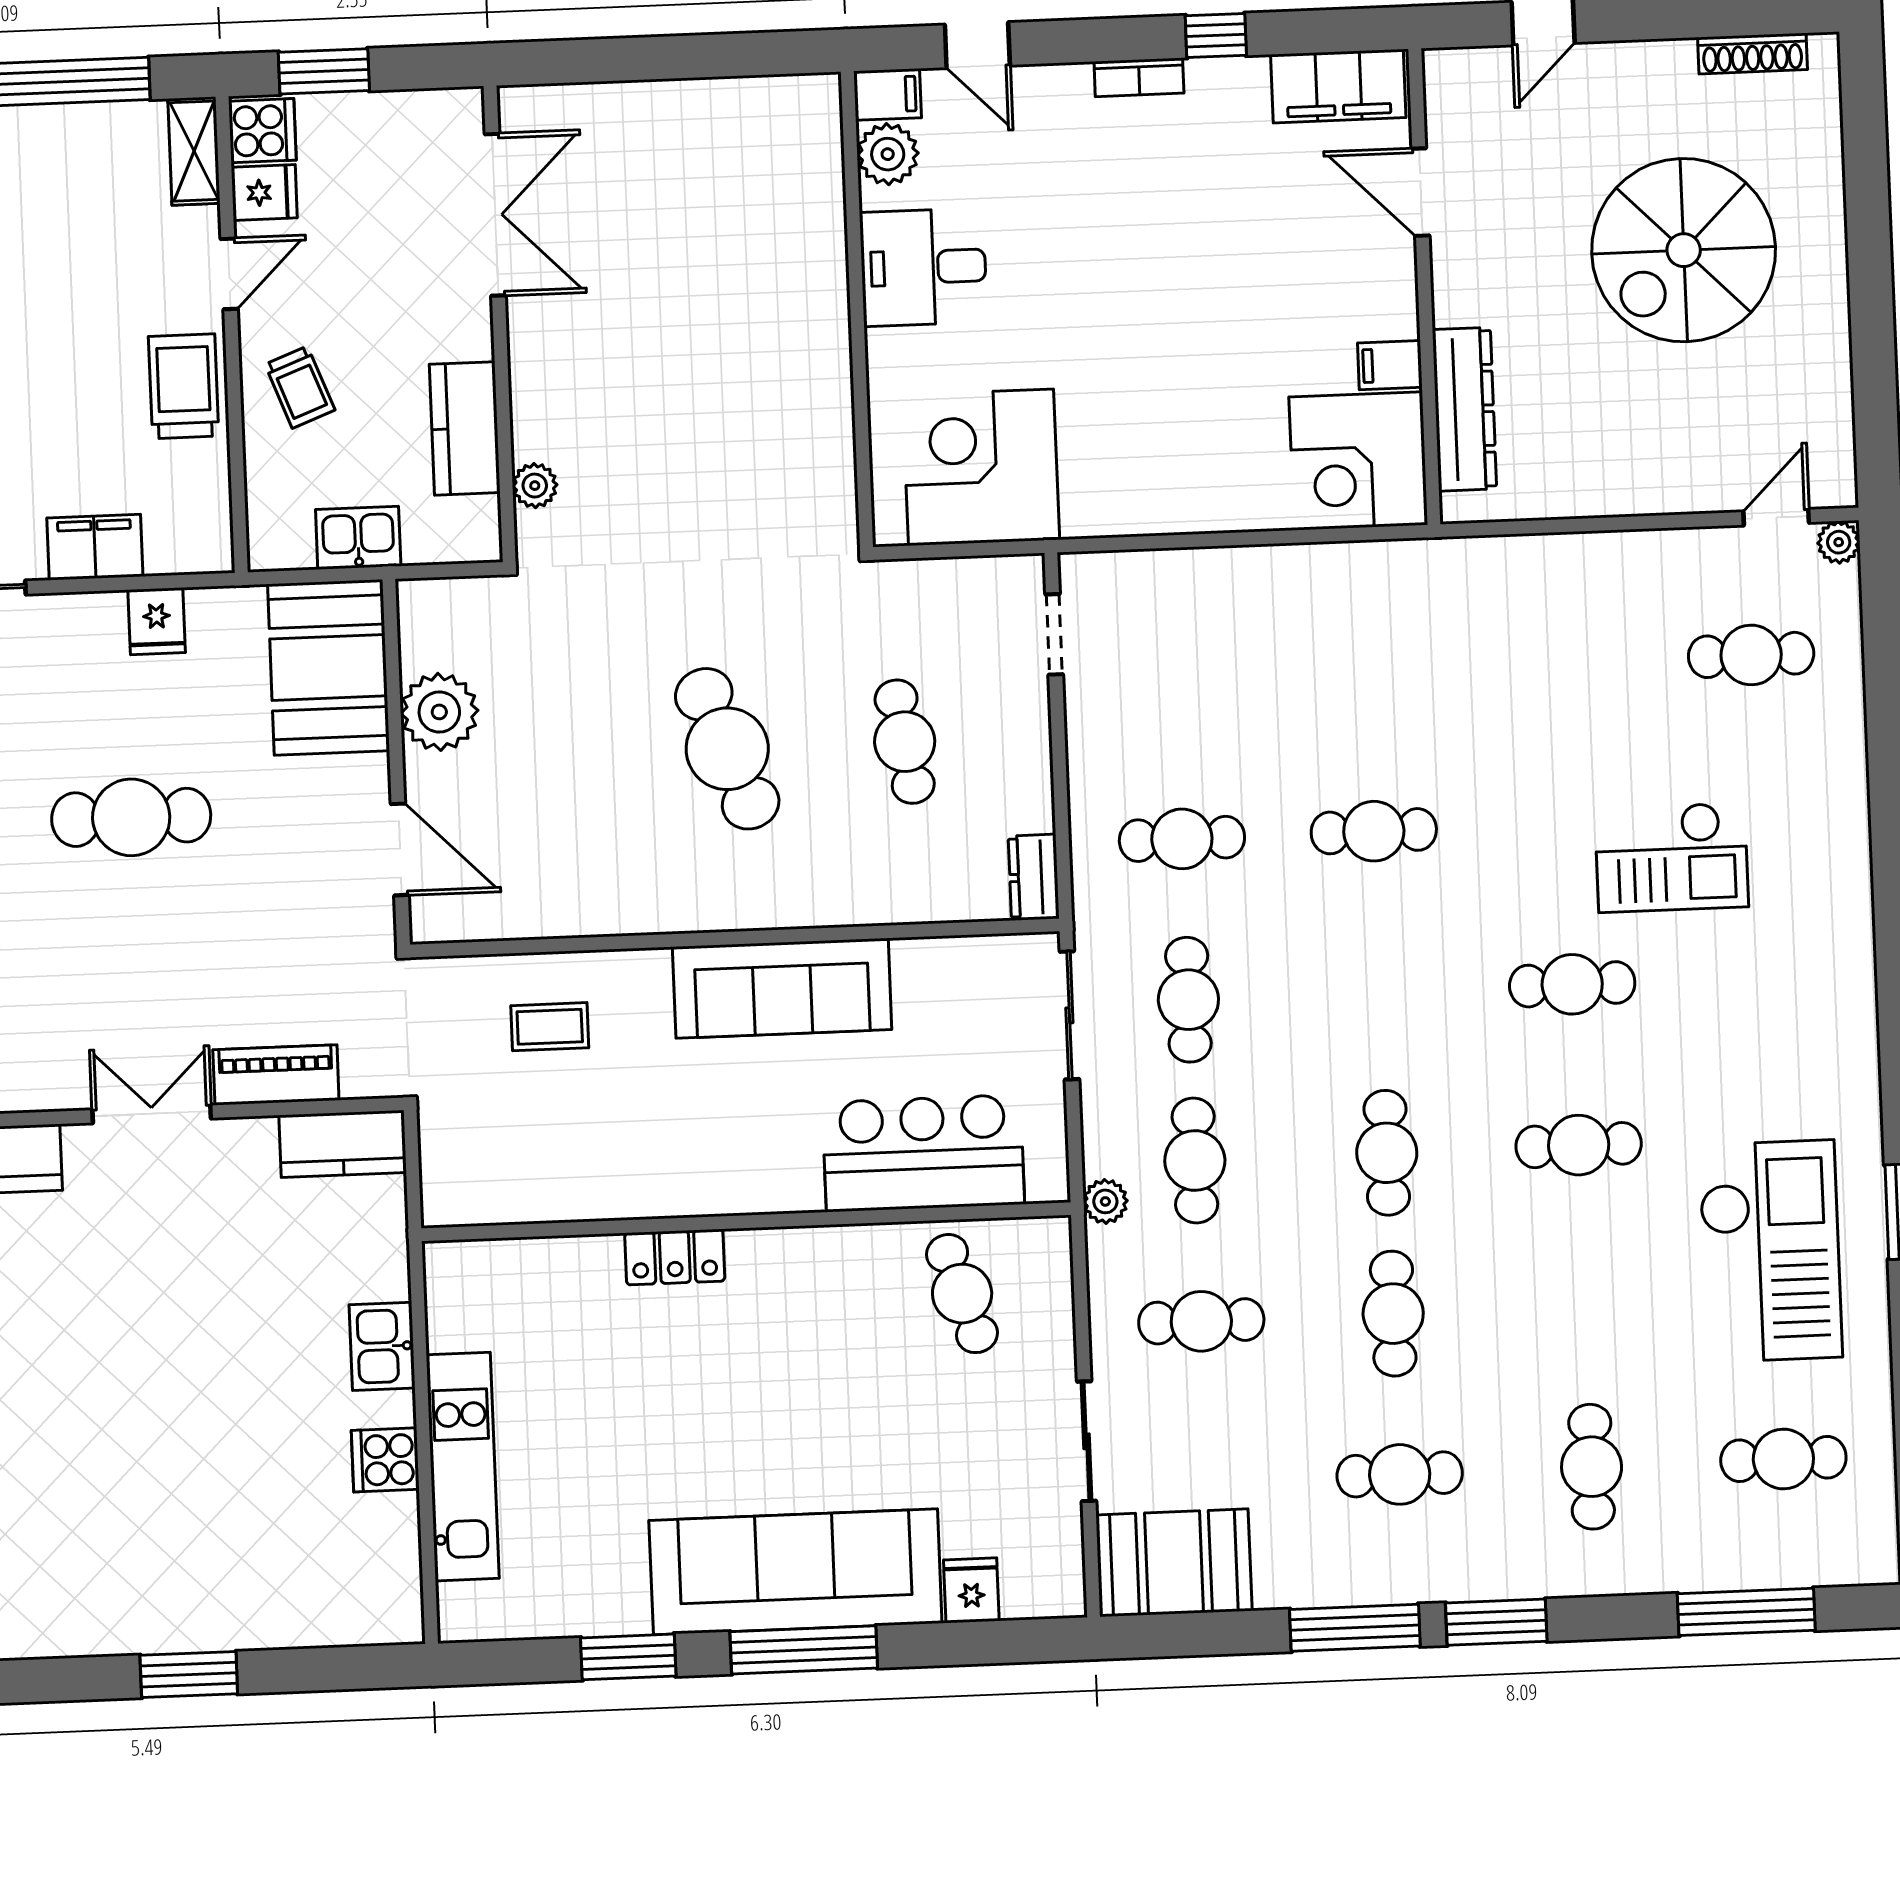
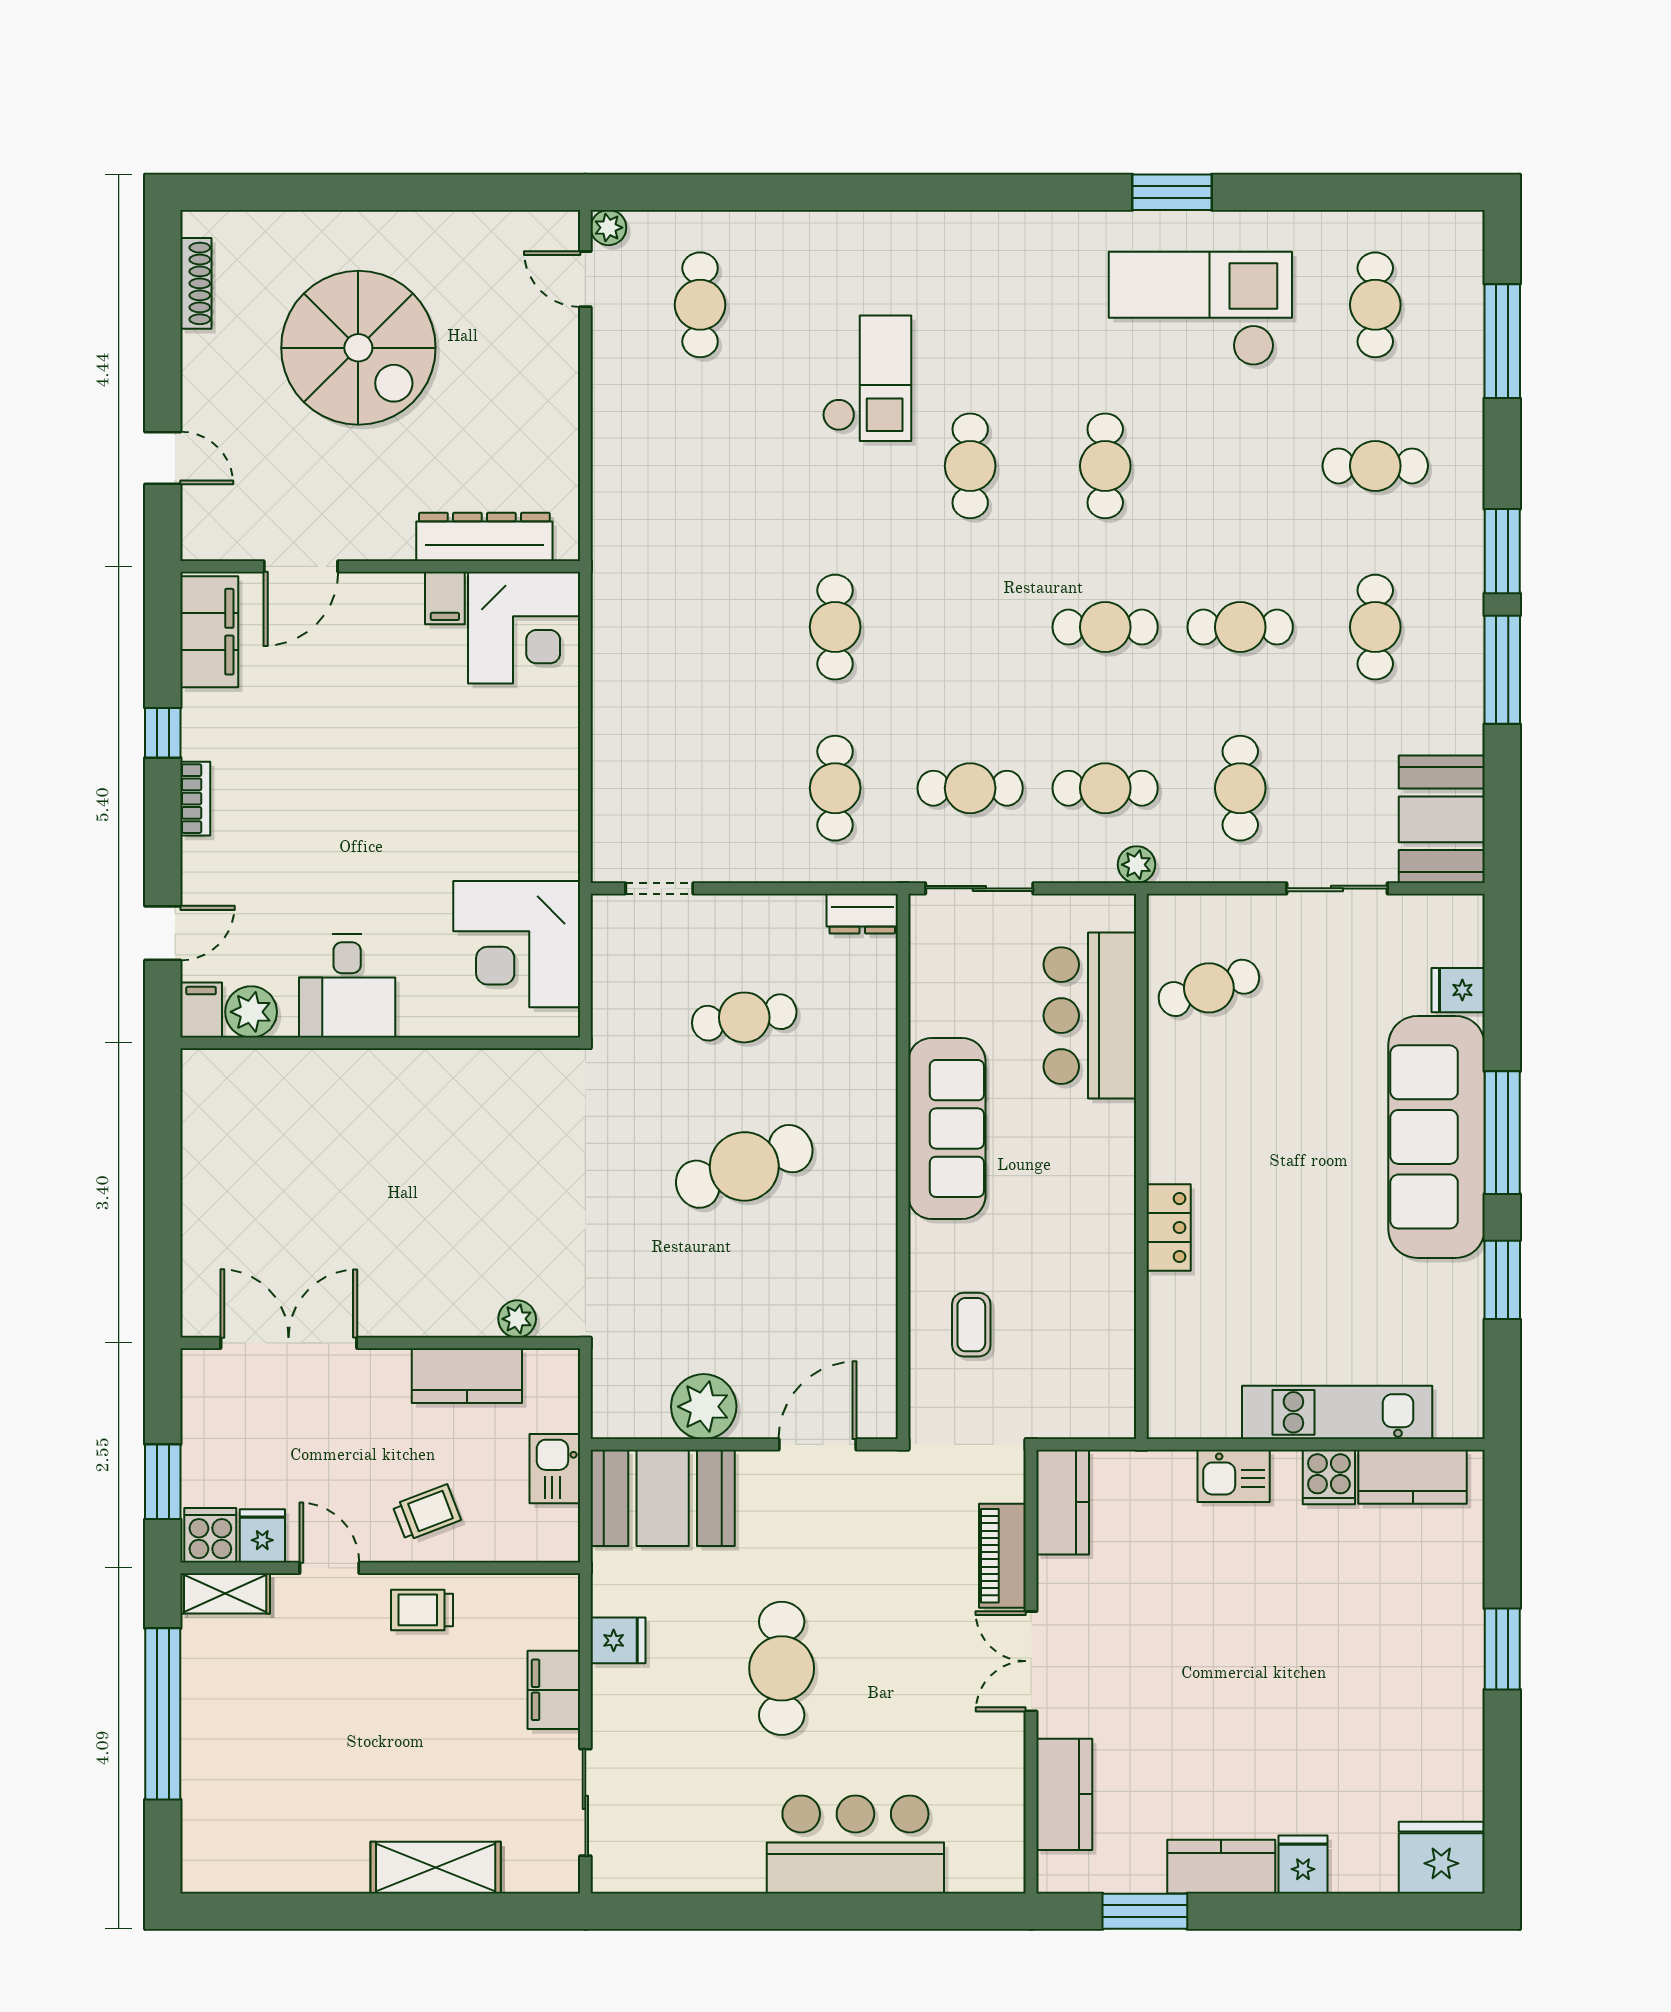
trolley: (184, 386) -> (422, 1610), width x0.73, depth x0.72
kitchen counter: (390, 1559) -> (1413, 1477), added

